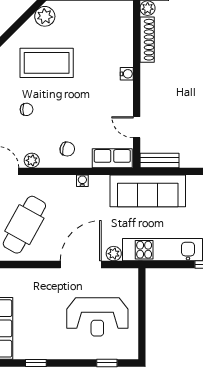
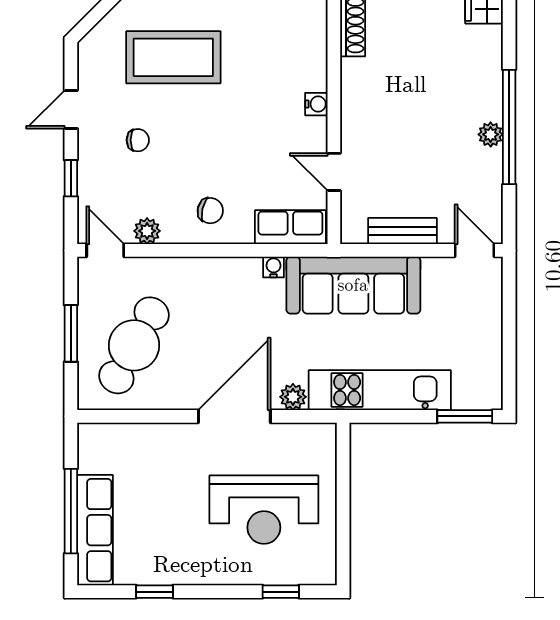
water cooler: (127, 74) -> (316, 104), moved
bench: (159, 160) -> (402, 231), moved
water cooler: (82, 181) -> (274, 267), moved

